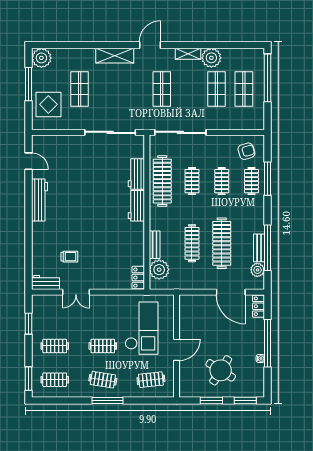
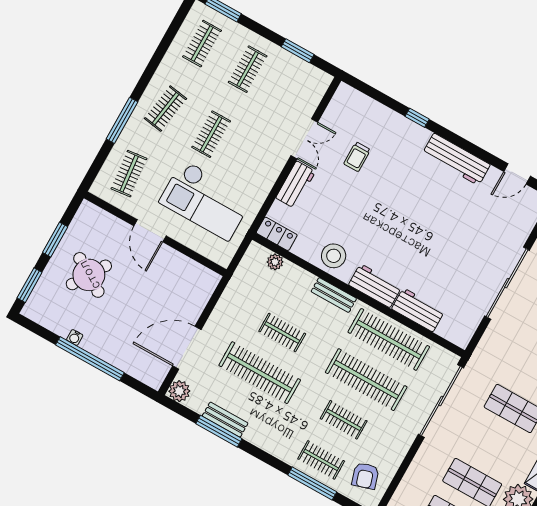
sliding door: (110, 132) -> (507, 283), moved
clothes rail: (192, 181) -> (366, 380), width x1.86, depth x1.31
window: (28, 235) -> (417, 118), added
stool: (133, 239) -> (334, 256), added
clothes rail: (192, 243) -> (282, 332), width x0.73
bench: (155, 245) -> (334, 295), moved
window: (268, 248) -> (219, 431), width x0.68
plant: (159, 270) -> (275, 262), width x0.53, depth x0.53
plant: (257, 270) -> (179, 391), moved
workbench: (45, 282) -> (296, 185), moved
double door: (76, 292) -> (304, 139), swing flipped
locker: (259, 306) -> (147, 375), removed
window: (107, 400) -> (122, 120), moved

